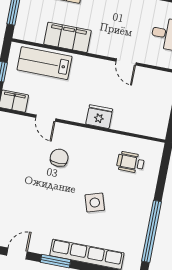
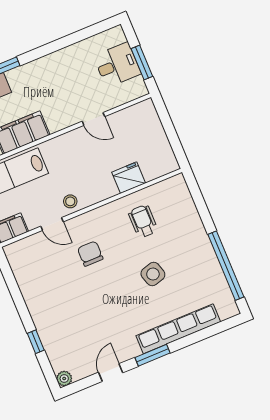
stool: (70, 110) -> (70, 201), added
fridge: (99, 117) -> (129, 178), moved
wheelchair: (130, 162) -> (143, 221), moved, turned 90

